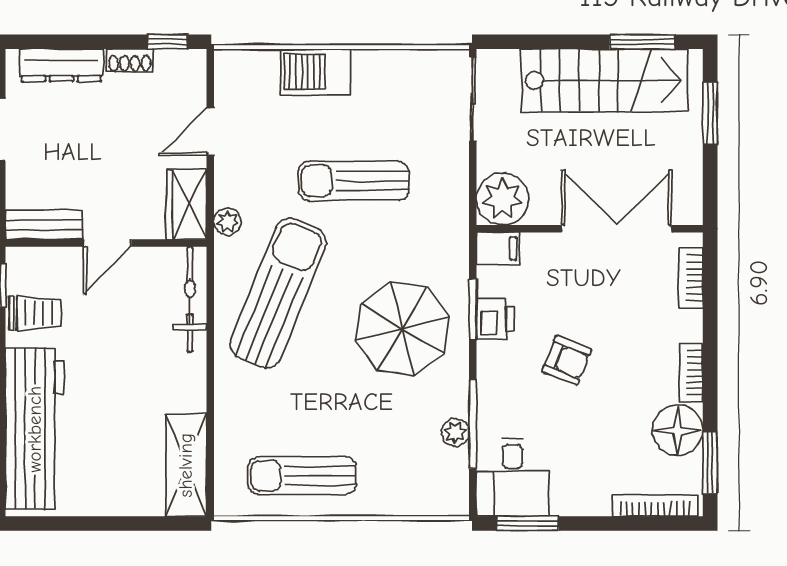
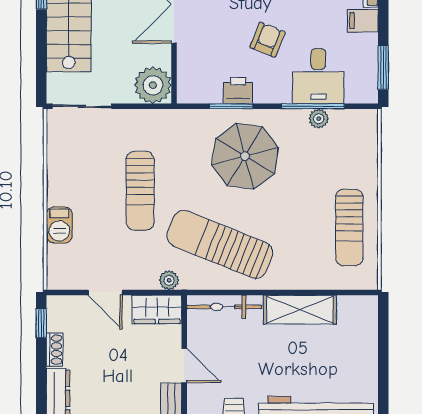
barbecue: (315, 72) -> (59, 225), width x0.73, depth x0.79
filing cabinet: (498, 248) -> (363, 21), moved, turned -90
shelving: (186, 465) -> (300, 310), moved
desk: (512, 477) -> (318, 76), moved, turned 90

